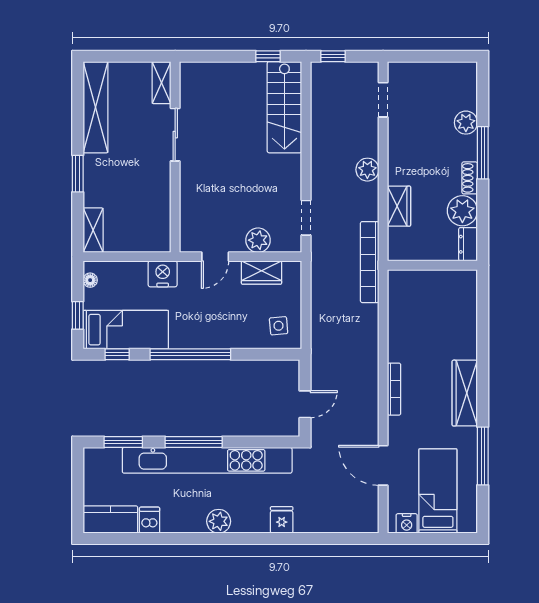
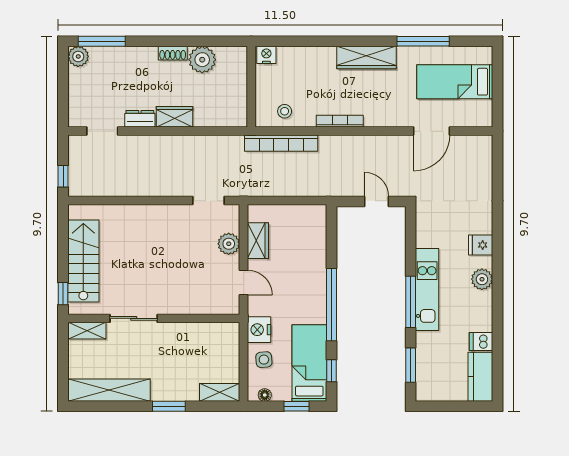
window: (268, 56) -> (63, 294), moved
stairs: (284, 107) -> (83, 261), moved, turned -90
plant: (466, 123) -> (78, 56), moved
window: (483, 153) -> (102, 41), moved
plant: (367, 170) -> (165, 145), removed
wardrobe: (399, 206) -> (174, 117), moved
dresser: (468, 244) -> (140, 119), moved, turned 180
bookcase: (370, 262) -> (281, 143), moved
stool: (405, 302) -> (285, 111), added
side table: (279, 326) -> (264, 360), moved
bookcase: (394, 389) -> (340, 121), moved
kitchen unit: (207, 460) -> (427, 290), width x0.54
fridge: (282, 520) -> (481, 245), moved
nightstand: (407, 523) -> (266, 55), moved, turned -90

